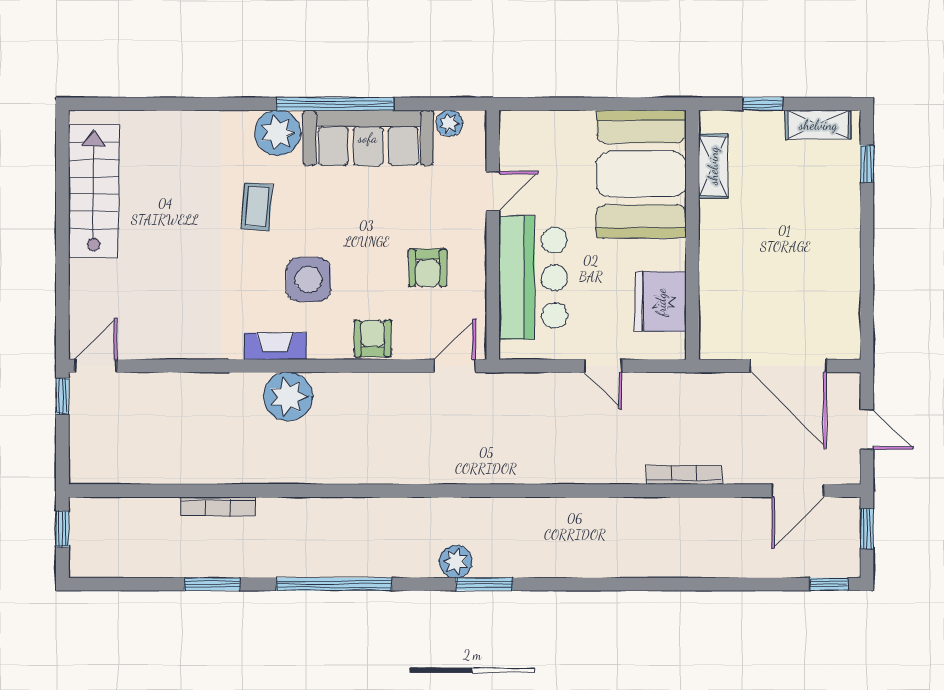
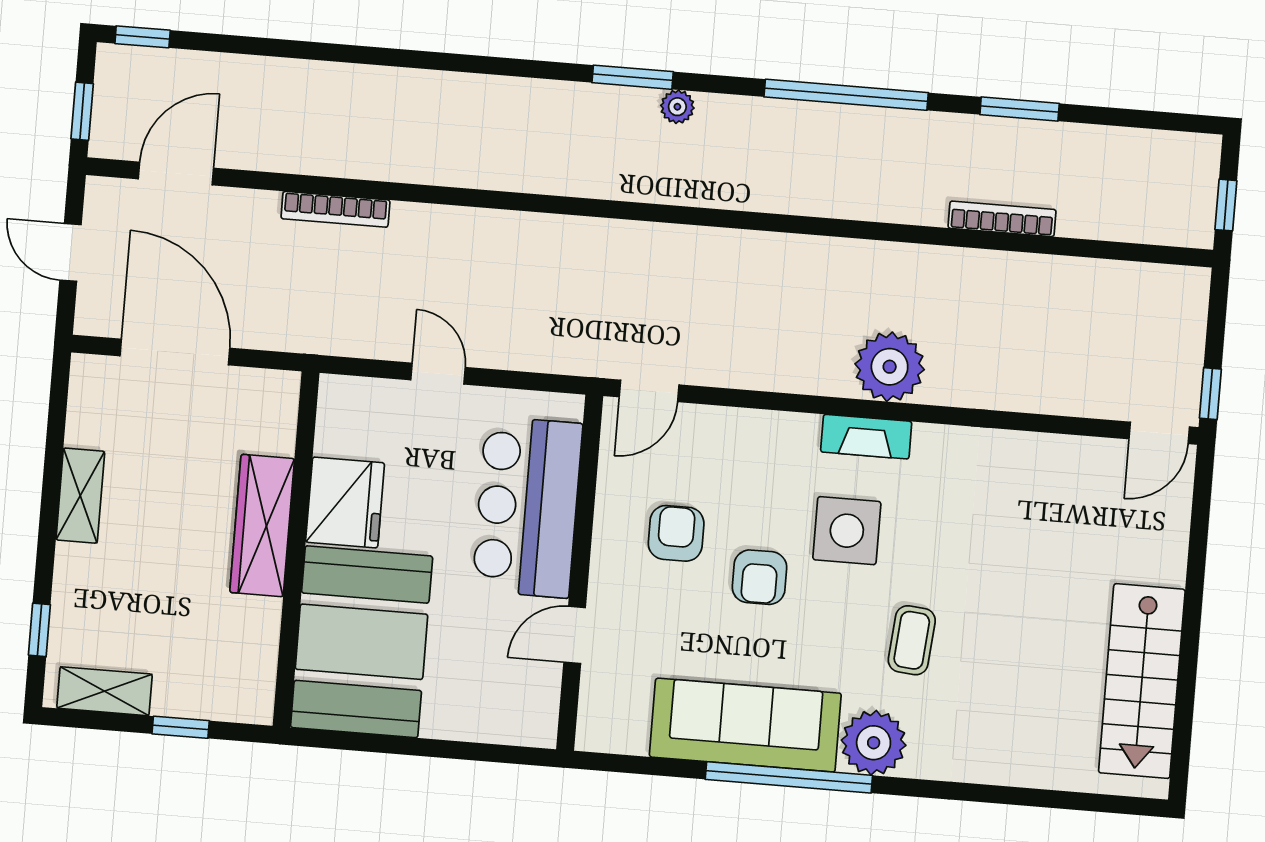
plant: (449, 123) -> (629, 736), removed
shelving: (713, 166) -> (80, 496), moved
wardrobe: (717, 249) -> (262, 526), added
fridge: (661, 302) -> (345, 502), moved
armchair: (373, 338) -> (759, 577), moved
fireplace: (275, 346) -> (866, 437), moved
plant: (456, 562) -> (677, 107), width x0.73, depth x0.73

